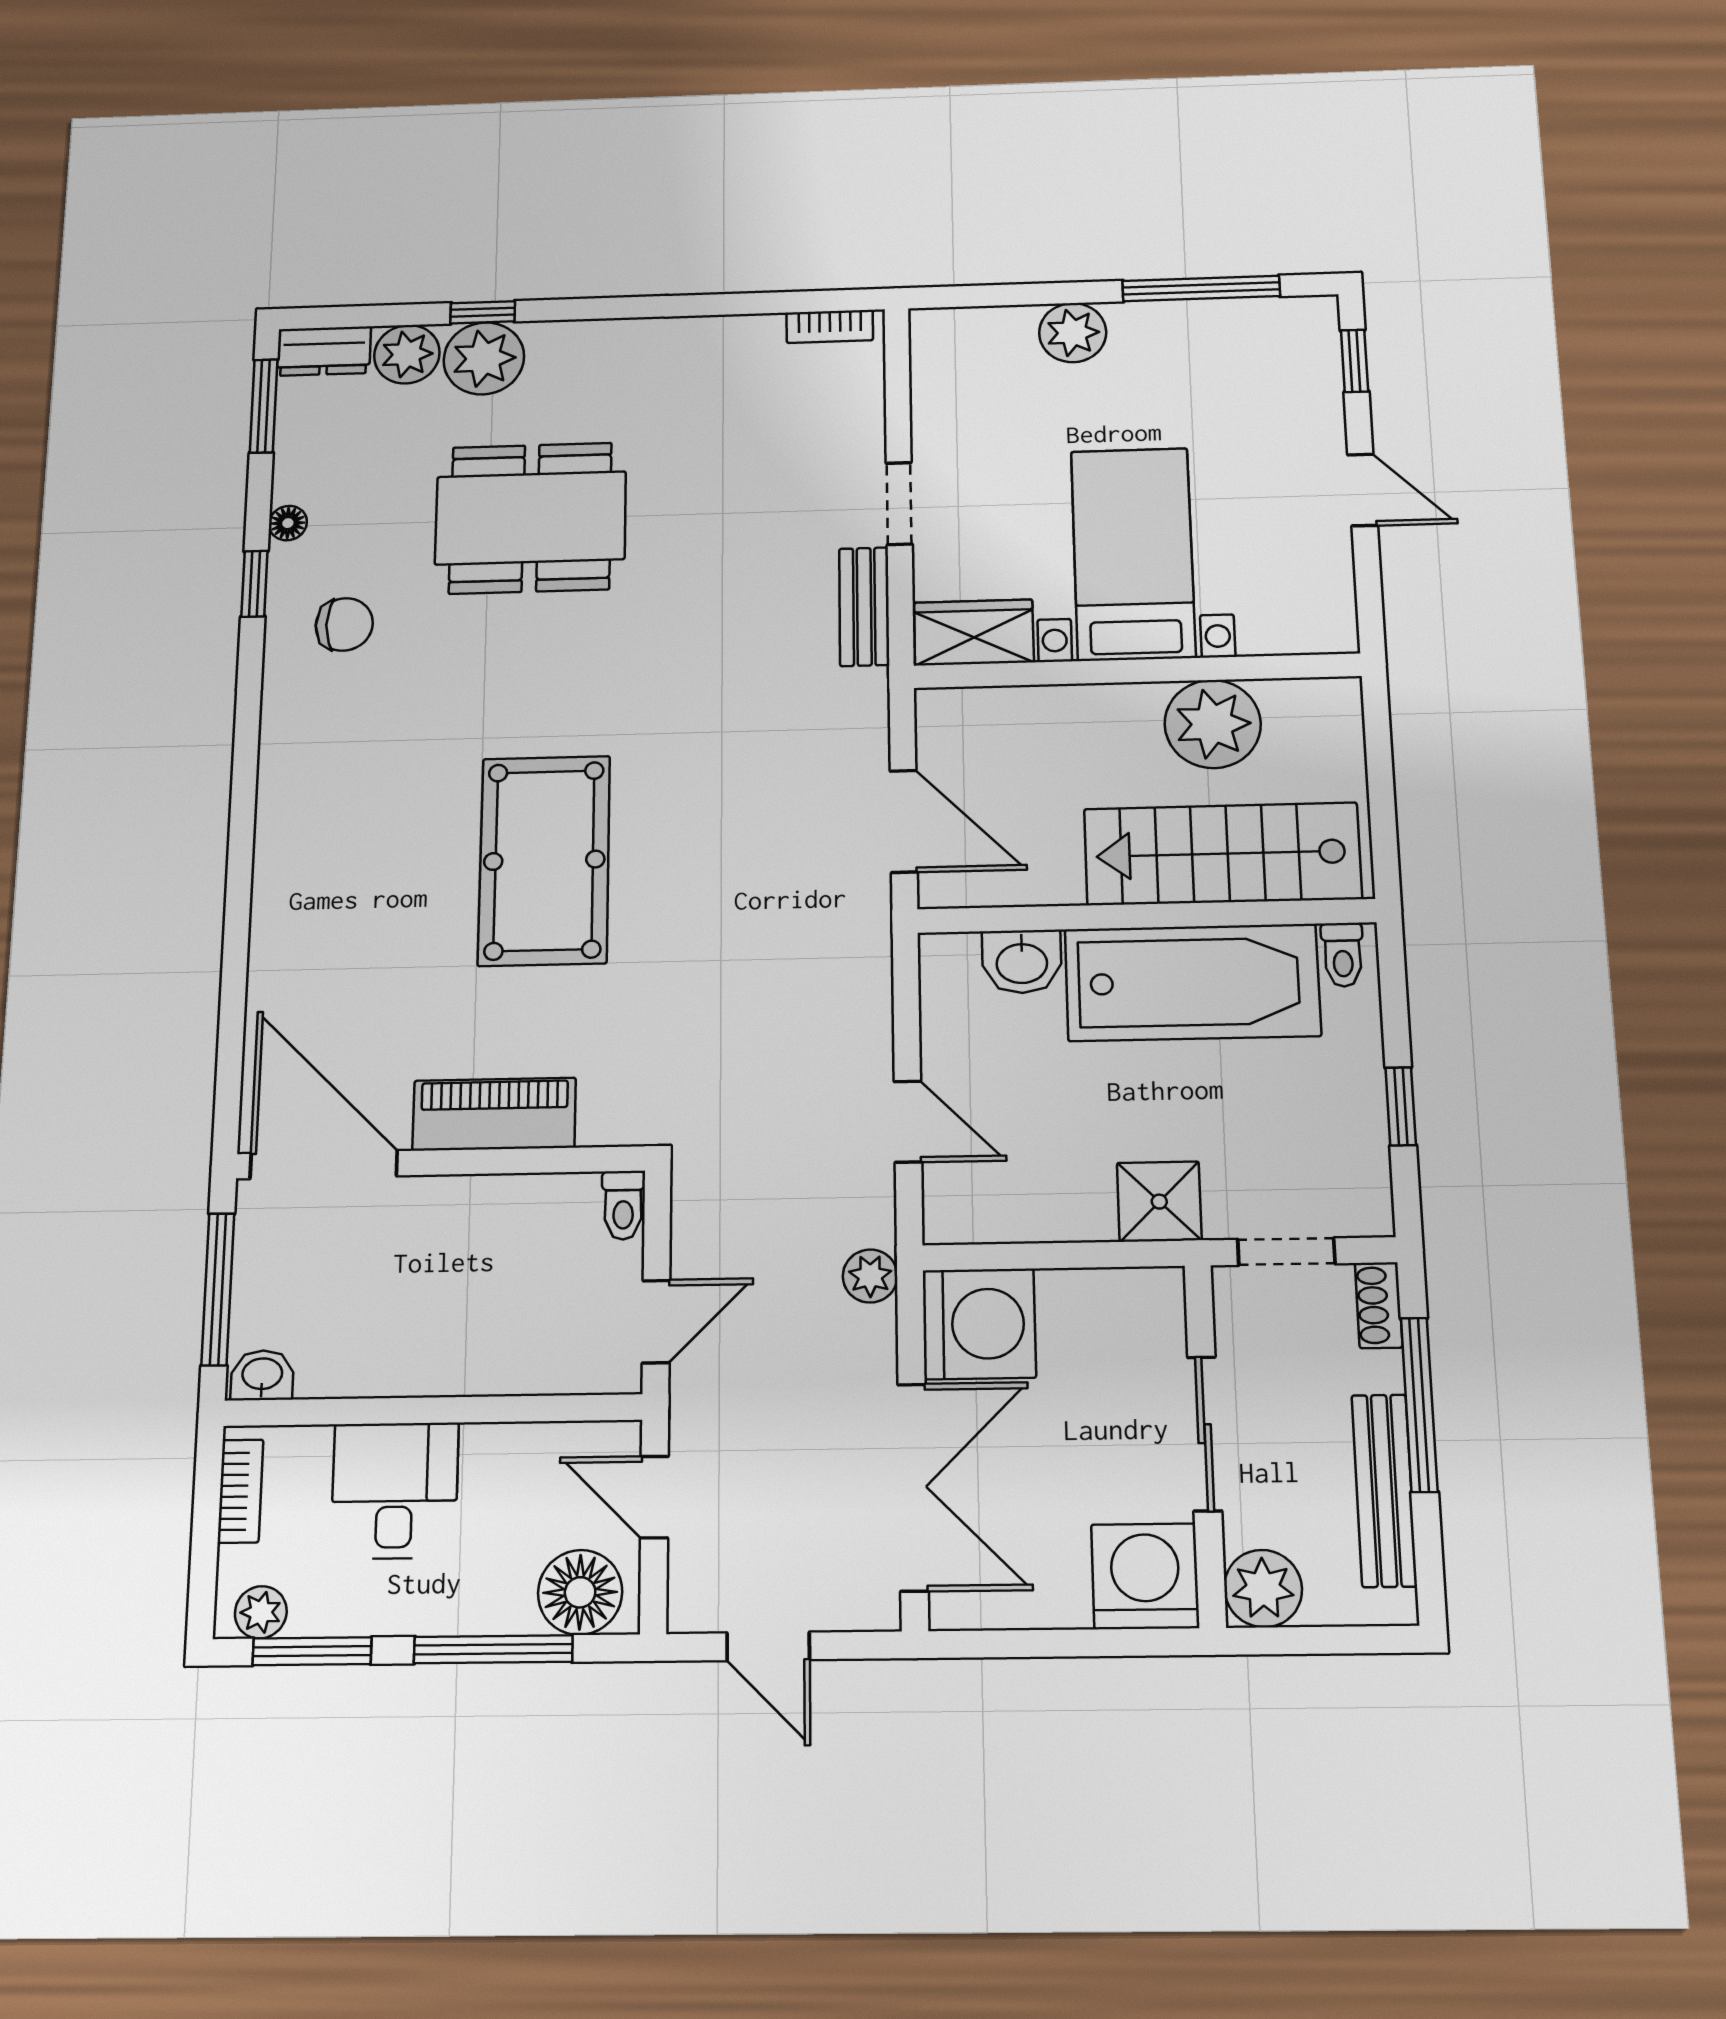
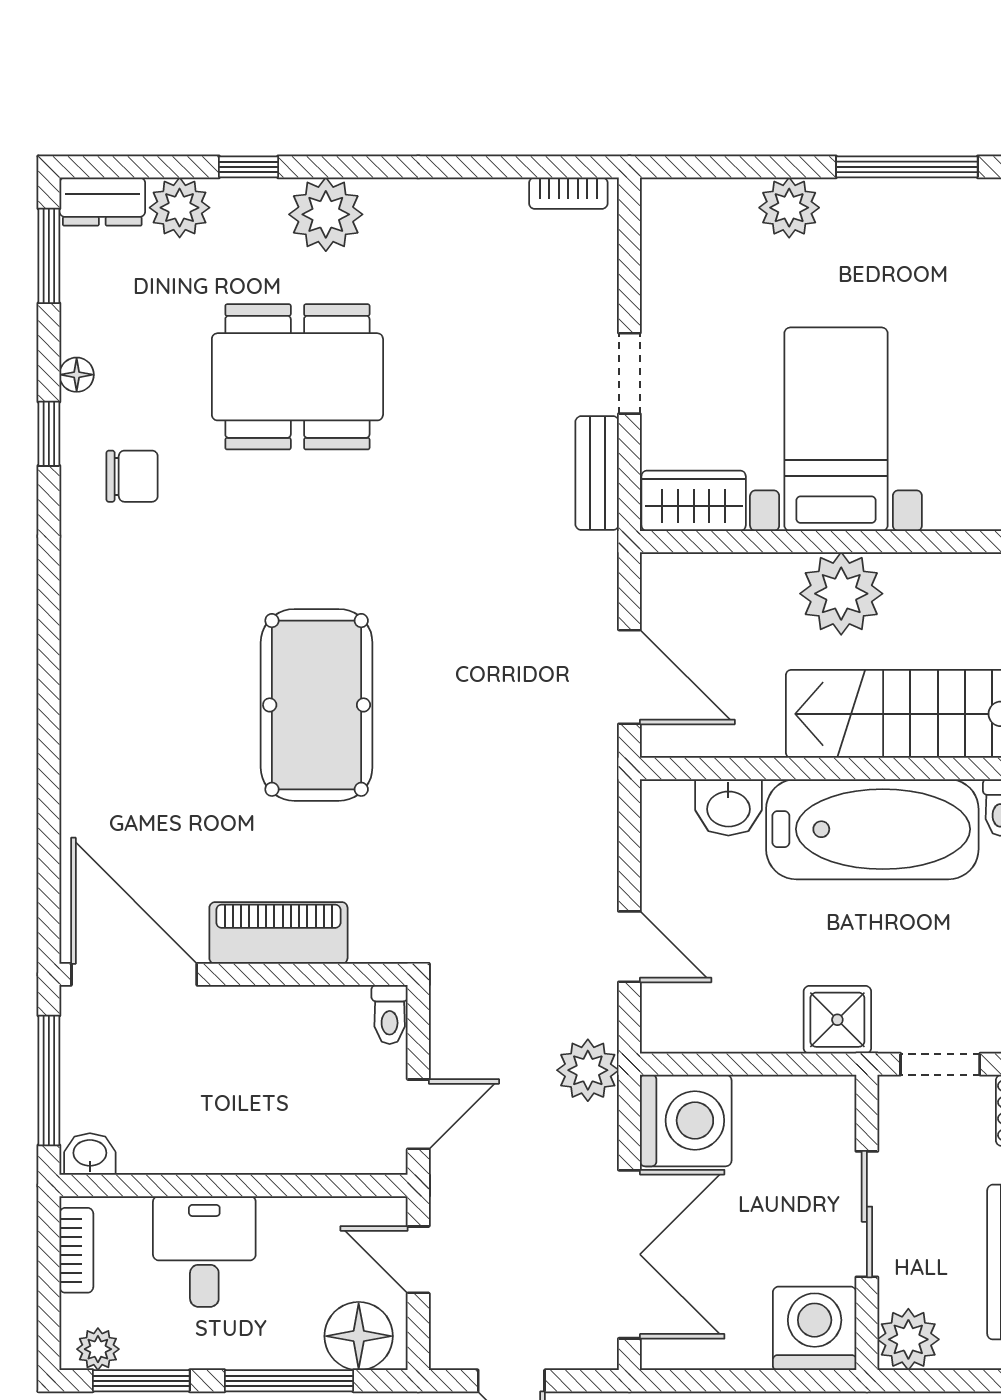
plant: (484, 358) -> (326, 214), moved
plant: (1213, 724) -> (841, 594), moved
plant: (870, 1276) -> (588, 1070), width x1.38, depth x1.38

